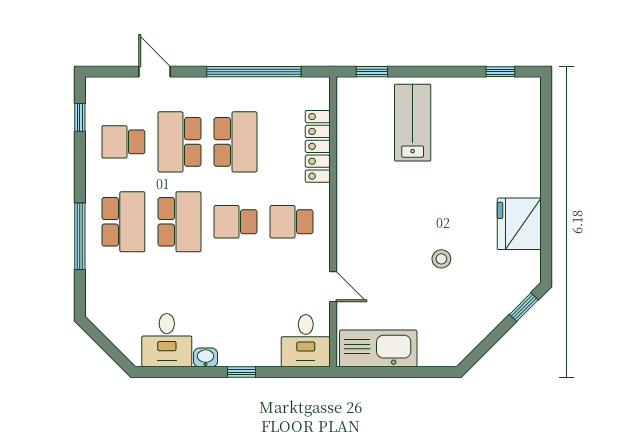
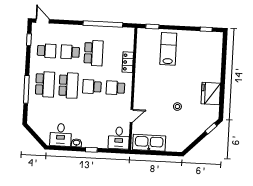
door: (154, 72) -> (43, 21), moved
school desk: (123, 142) -> (47, 51), turned 180
school desk: (179, 142) -> (70, 52), width x0.54
locker: (318, 146) -> (128, 62), width x0.66
door: (333, 287) -> (131, 116), hinge flipped

